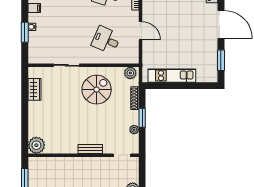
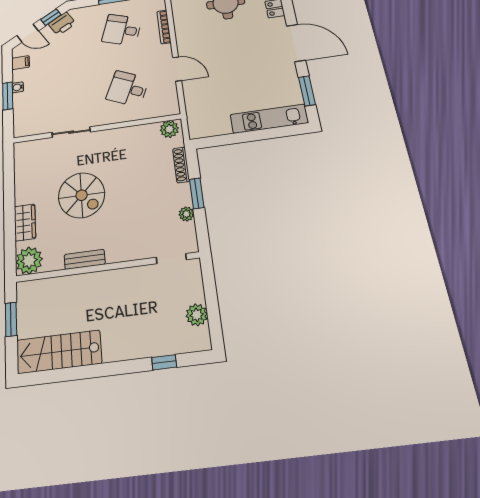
kitchen unit: (172, 76) -> (269, 119), moved
wardrobe: (34, 89) -> (25, 222), moved
spiral stairs: (97, 90) -> (82, 195), moved, turned 90
bench: (90, 149) -> (85, 259), moved

